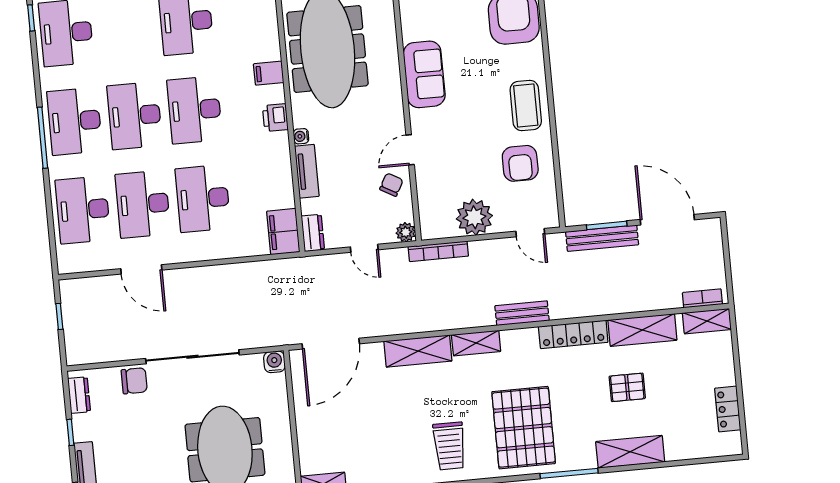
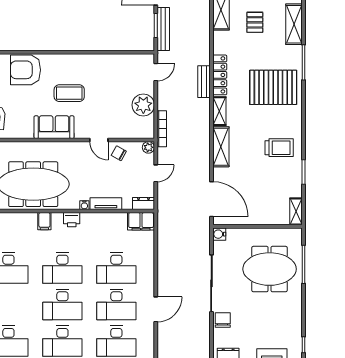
coffee table: (526, 105) -> (69, 93), moved
armchair: (520, 163) -> (113, 74), removed
locker: (573, 334) -> (220, 75), moved
trolley: (449, 446) -> (279, 148), moved

